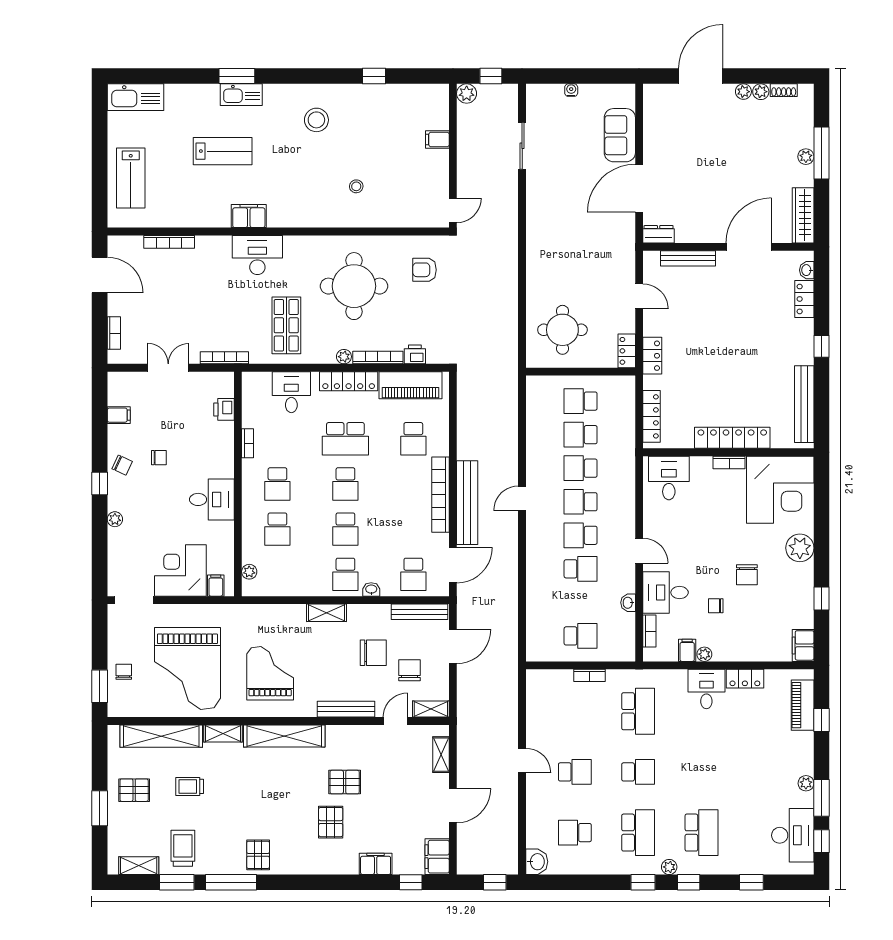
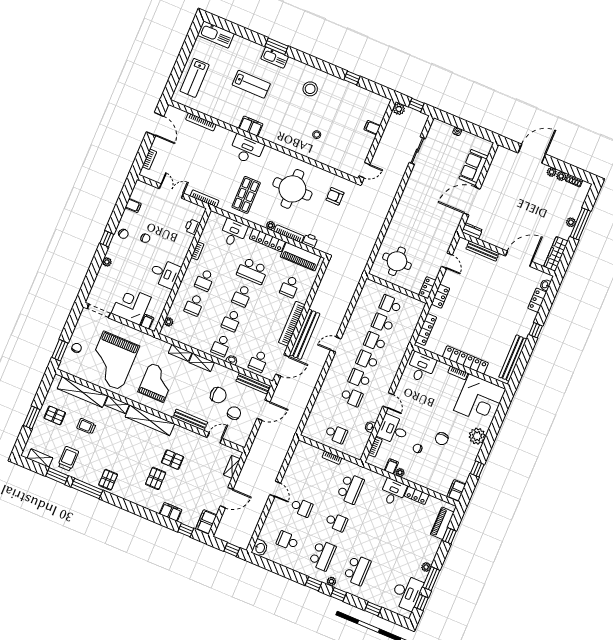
shelving: (431, 709) -> (180, 353), moved

